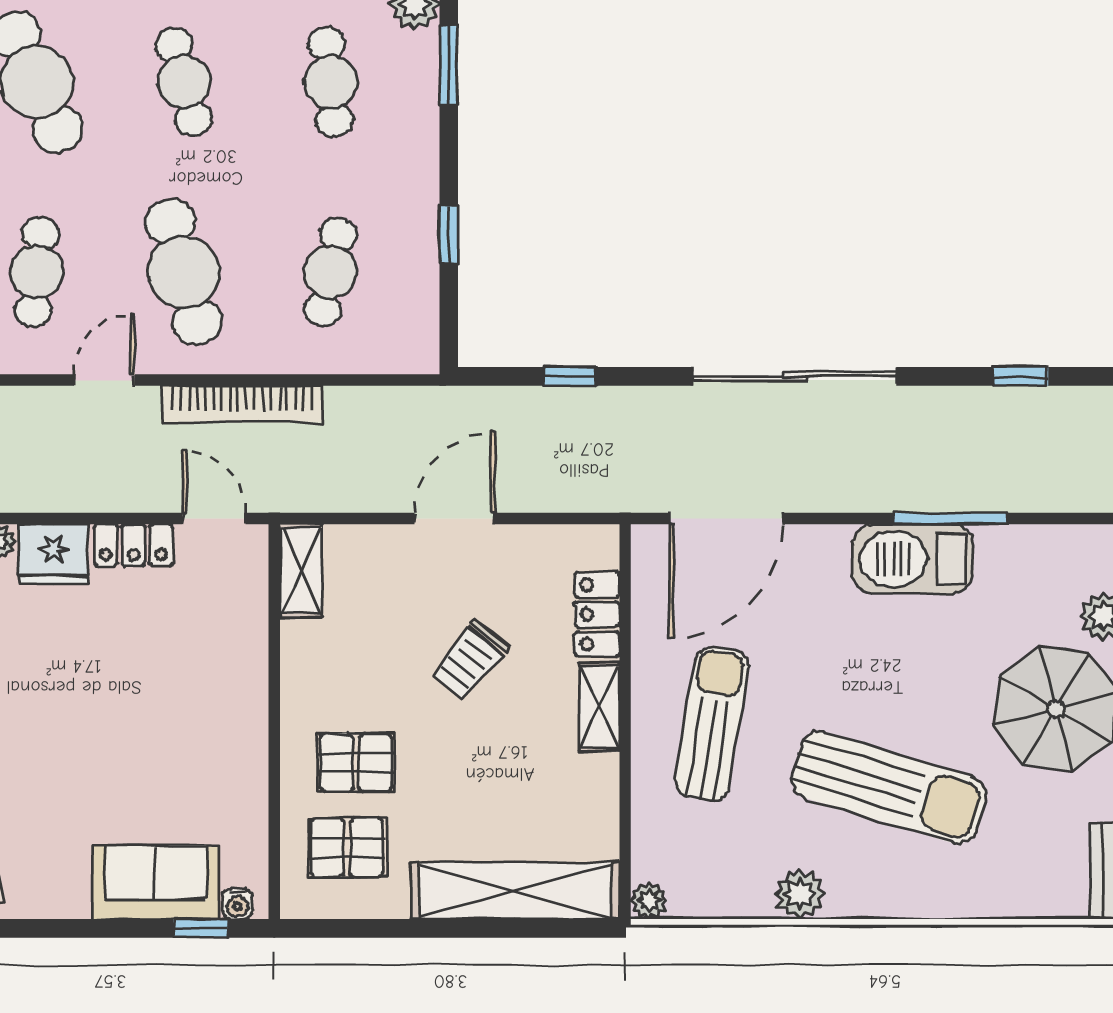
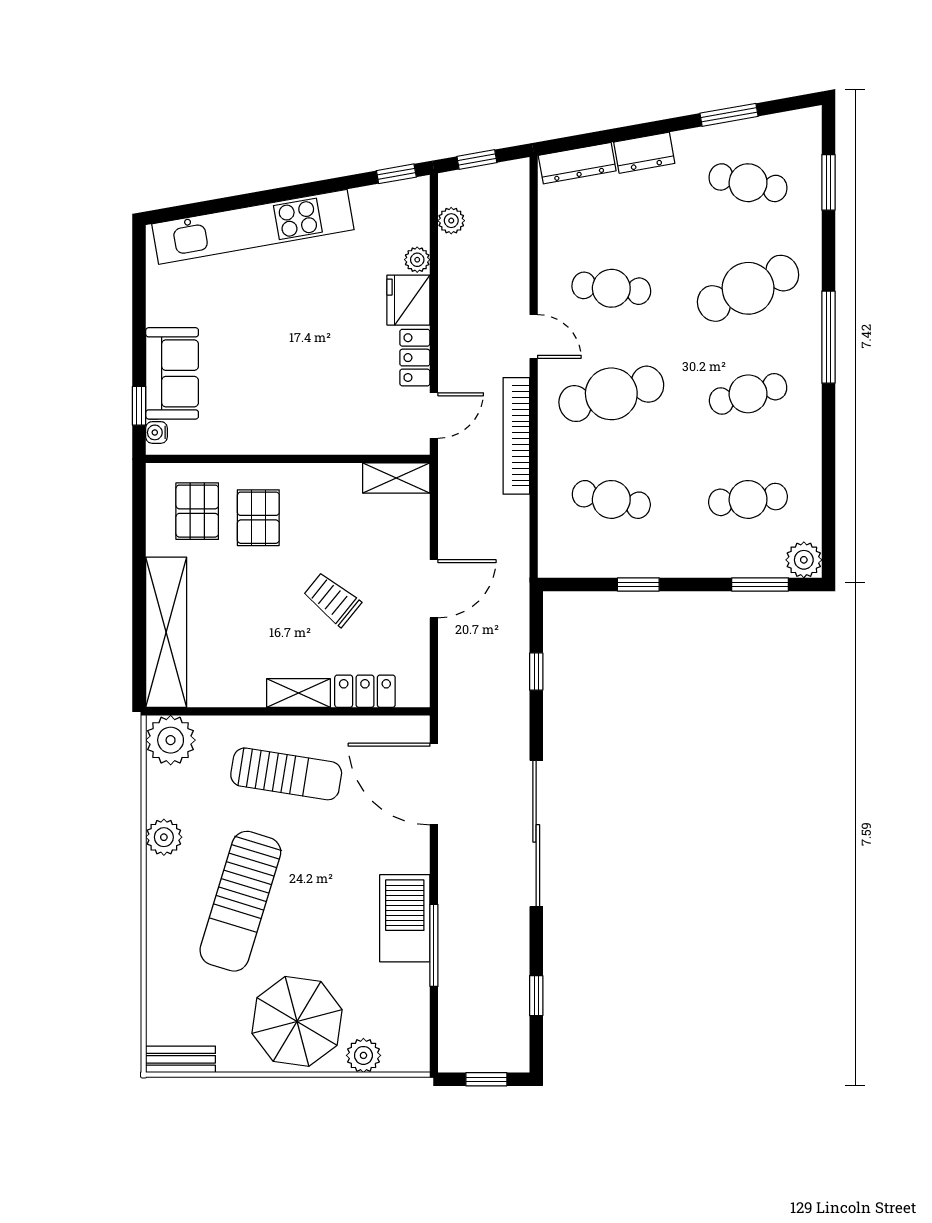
door: (455, 518) -> (434, 589), hinge flipped
plant: (649, 901) -> (171, 740), width x1.87, depth x1.87

